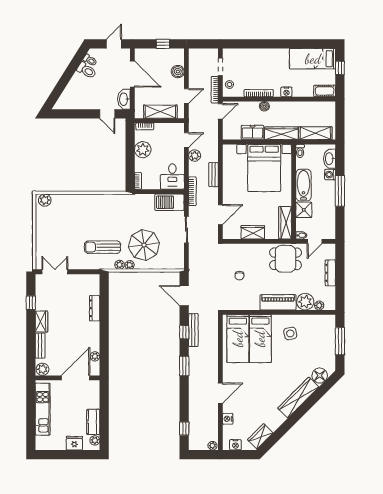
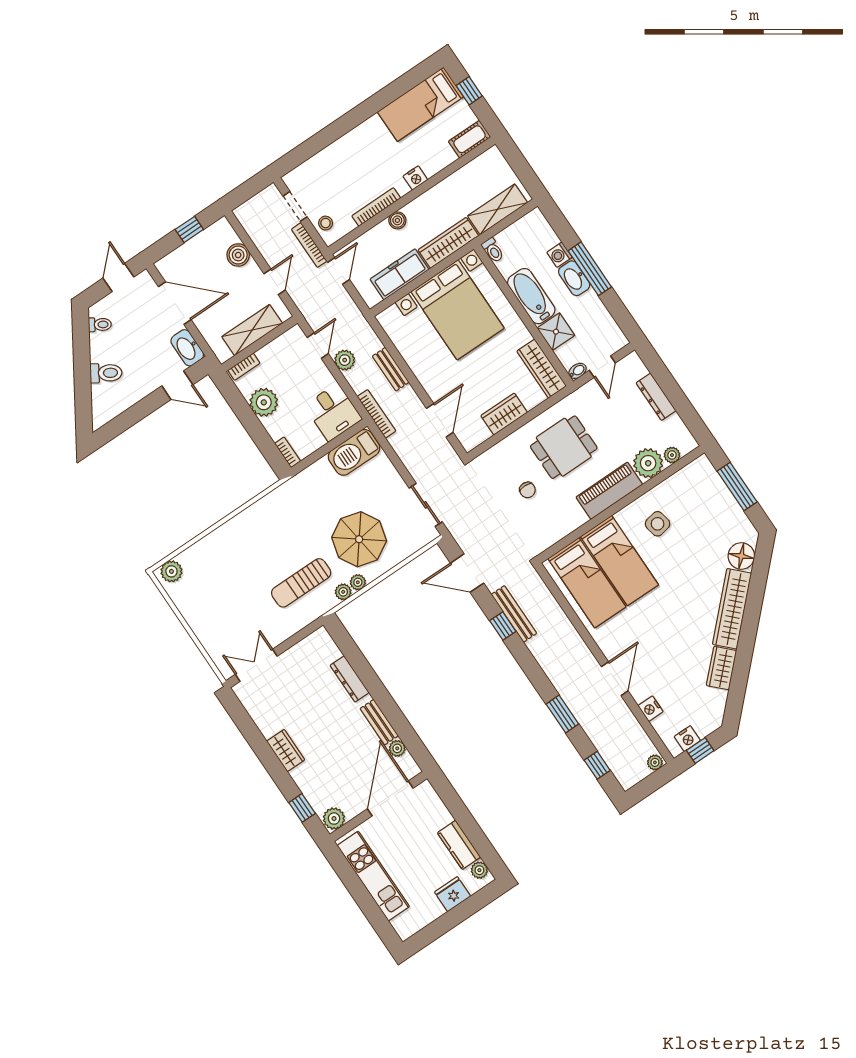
toilet: (87, 70) -> (106, 373), moved
freezer: (253, 132) -> (399, 274), width x1.40
washbasin: (330, 159) -> (574, 278), moved
sliding door: (186, 230) -> (426, 505), moved
dining table: (285, 259) -> (564, 447), moved
window: (31, 303) -> (302, 808), moved
bench: (40, 346) -> (379, 722), moved
window: (184, 366) -> (562, 714), moved
wardrobe: (260, 436) -> (721, 668), moved
window: (238, 455) -> (700, 751), added

